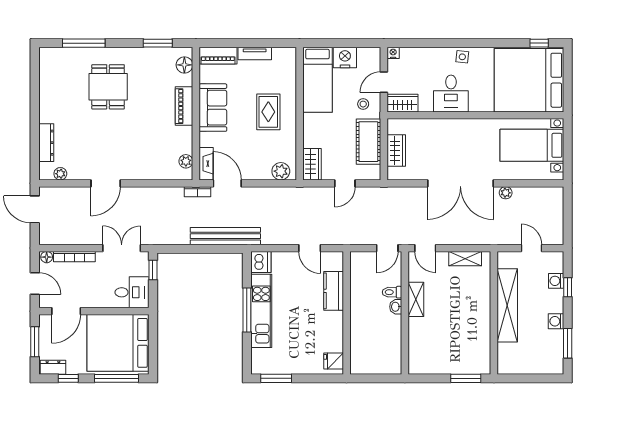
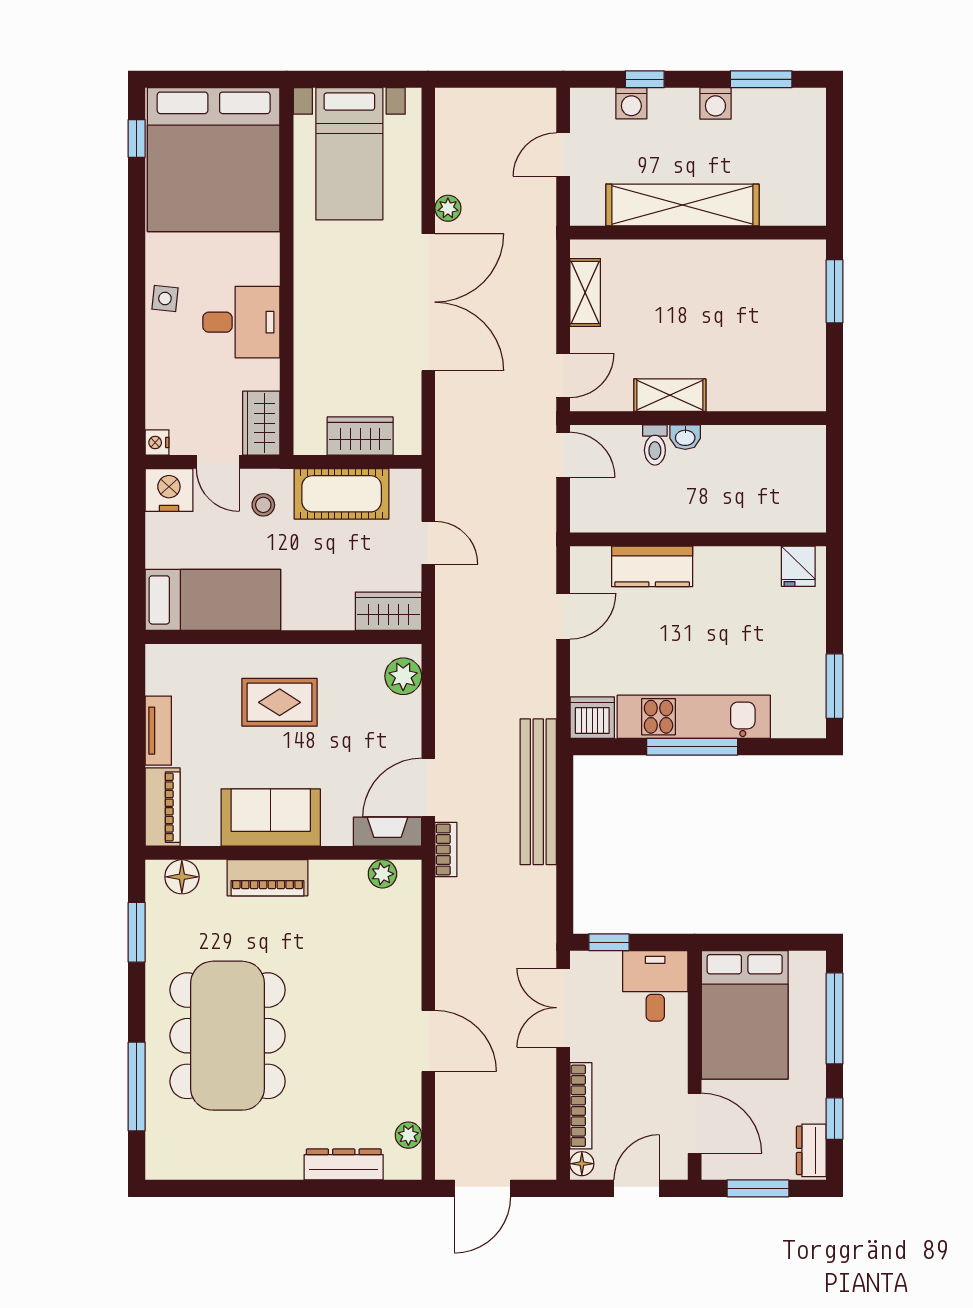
nightstand: (345, 58) -> (169, 490), moved, turned 90
dining table: (108, 87) -> (228, 1036), width x1.88, depth x1.24
bed: (118, 343) -> (745, 1015), width x0.73

